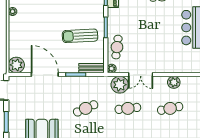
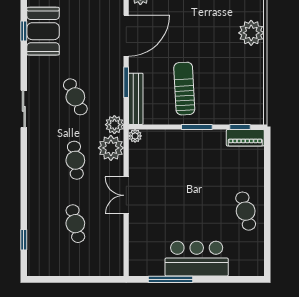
cafe table: (117, 47) -> (167, 144), removed
bench: (91, 68) -> (136, 99), width x1.36
double door: (141, 75) -> (126, 195), moved
plant: (174, 82) -> (114, 125), moved

